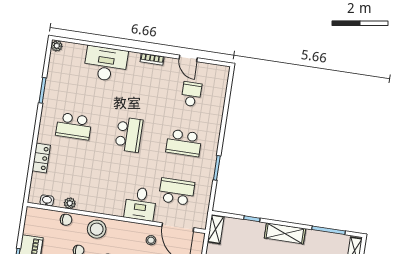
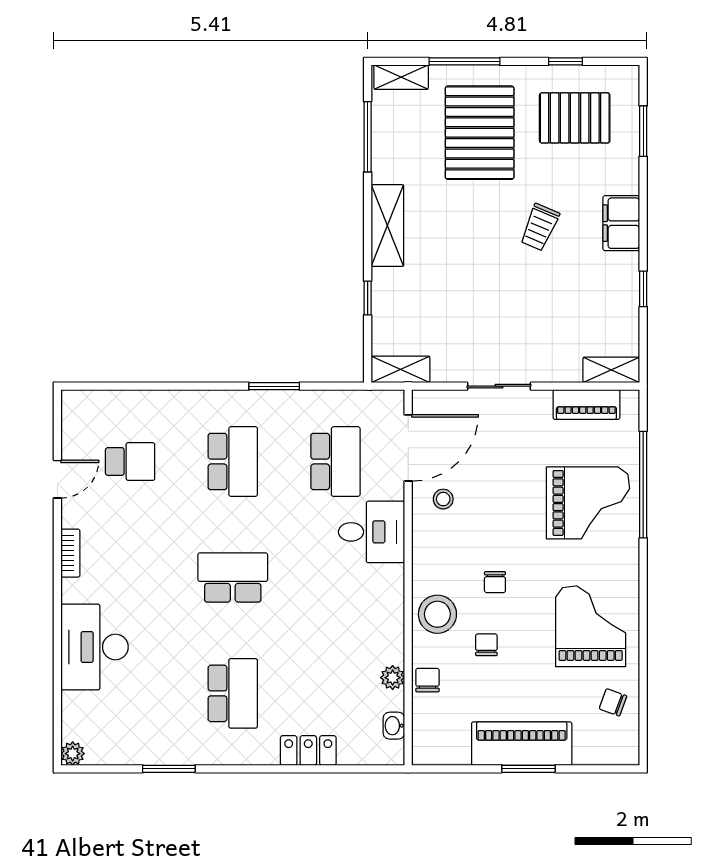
school desk: (191, 94) -> (130, 462), turned 180
school desk: (177, 192) -> (335, 462), turned 180

